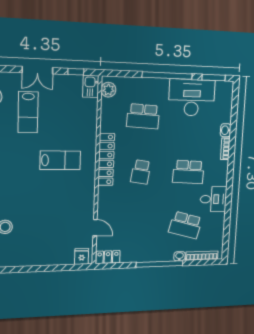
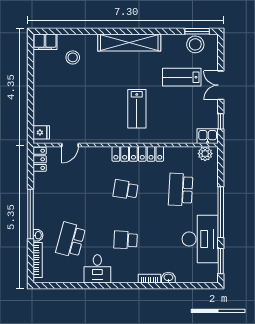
school desk: (188, 172) -> (126, 240), width x0.54

